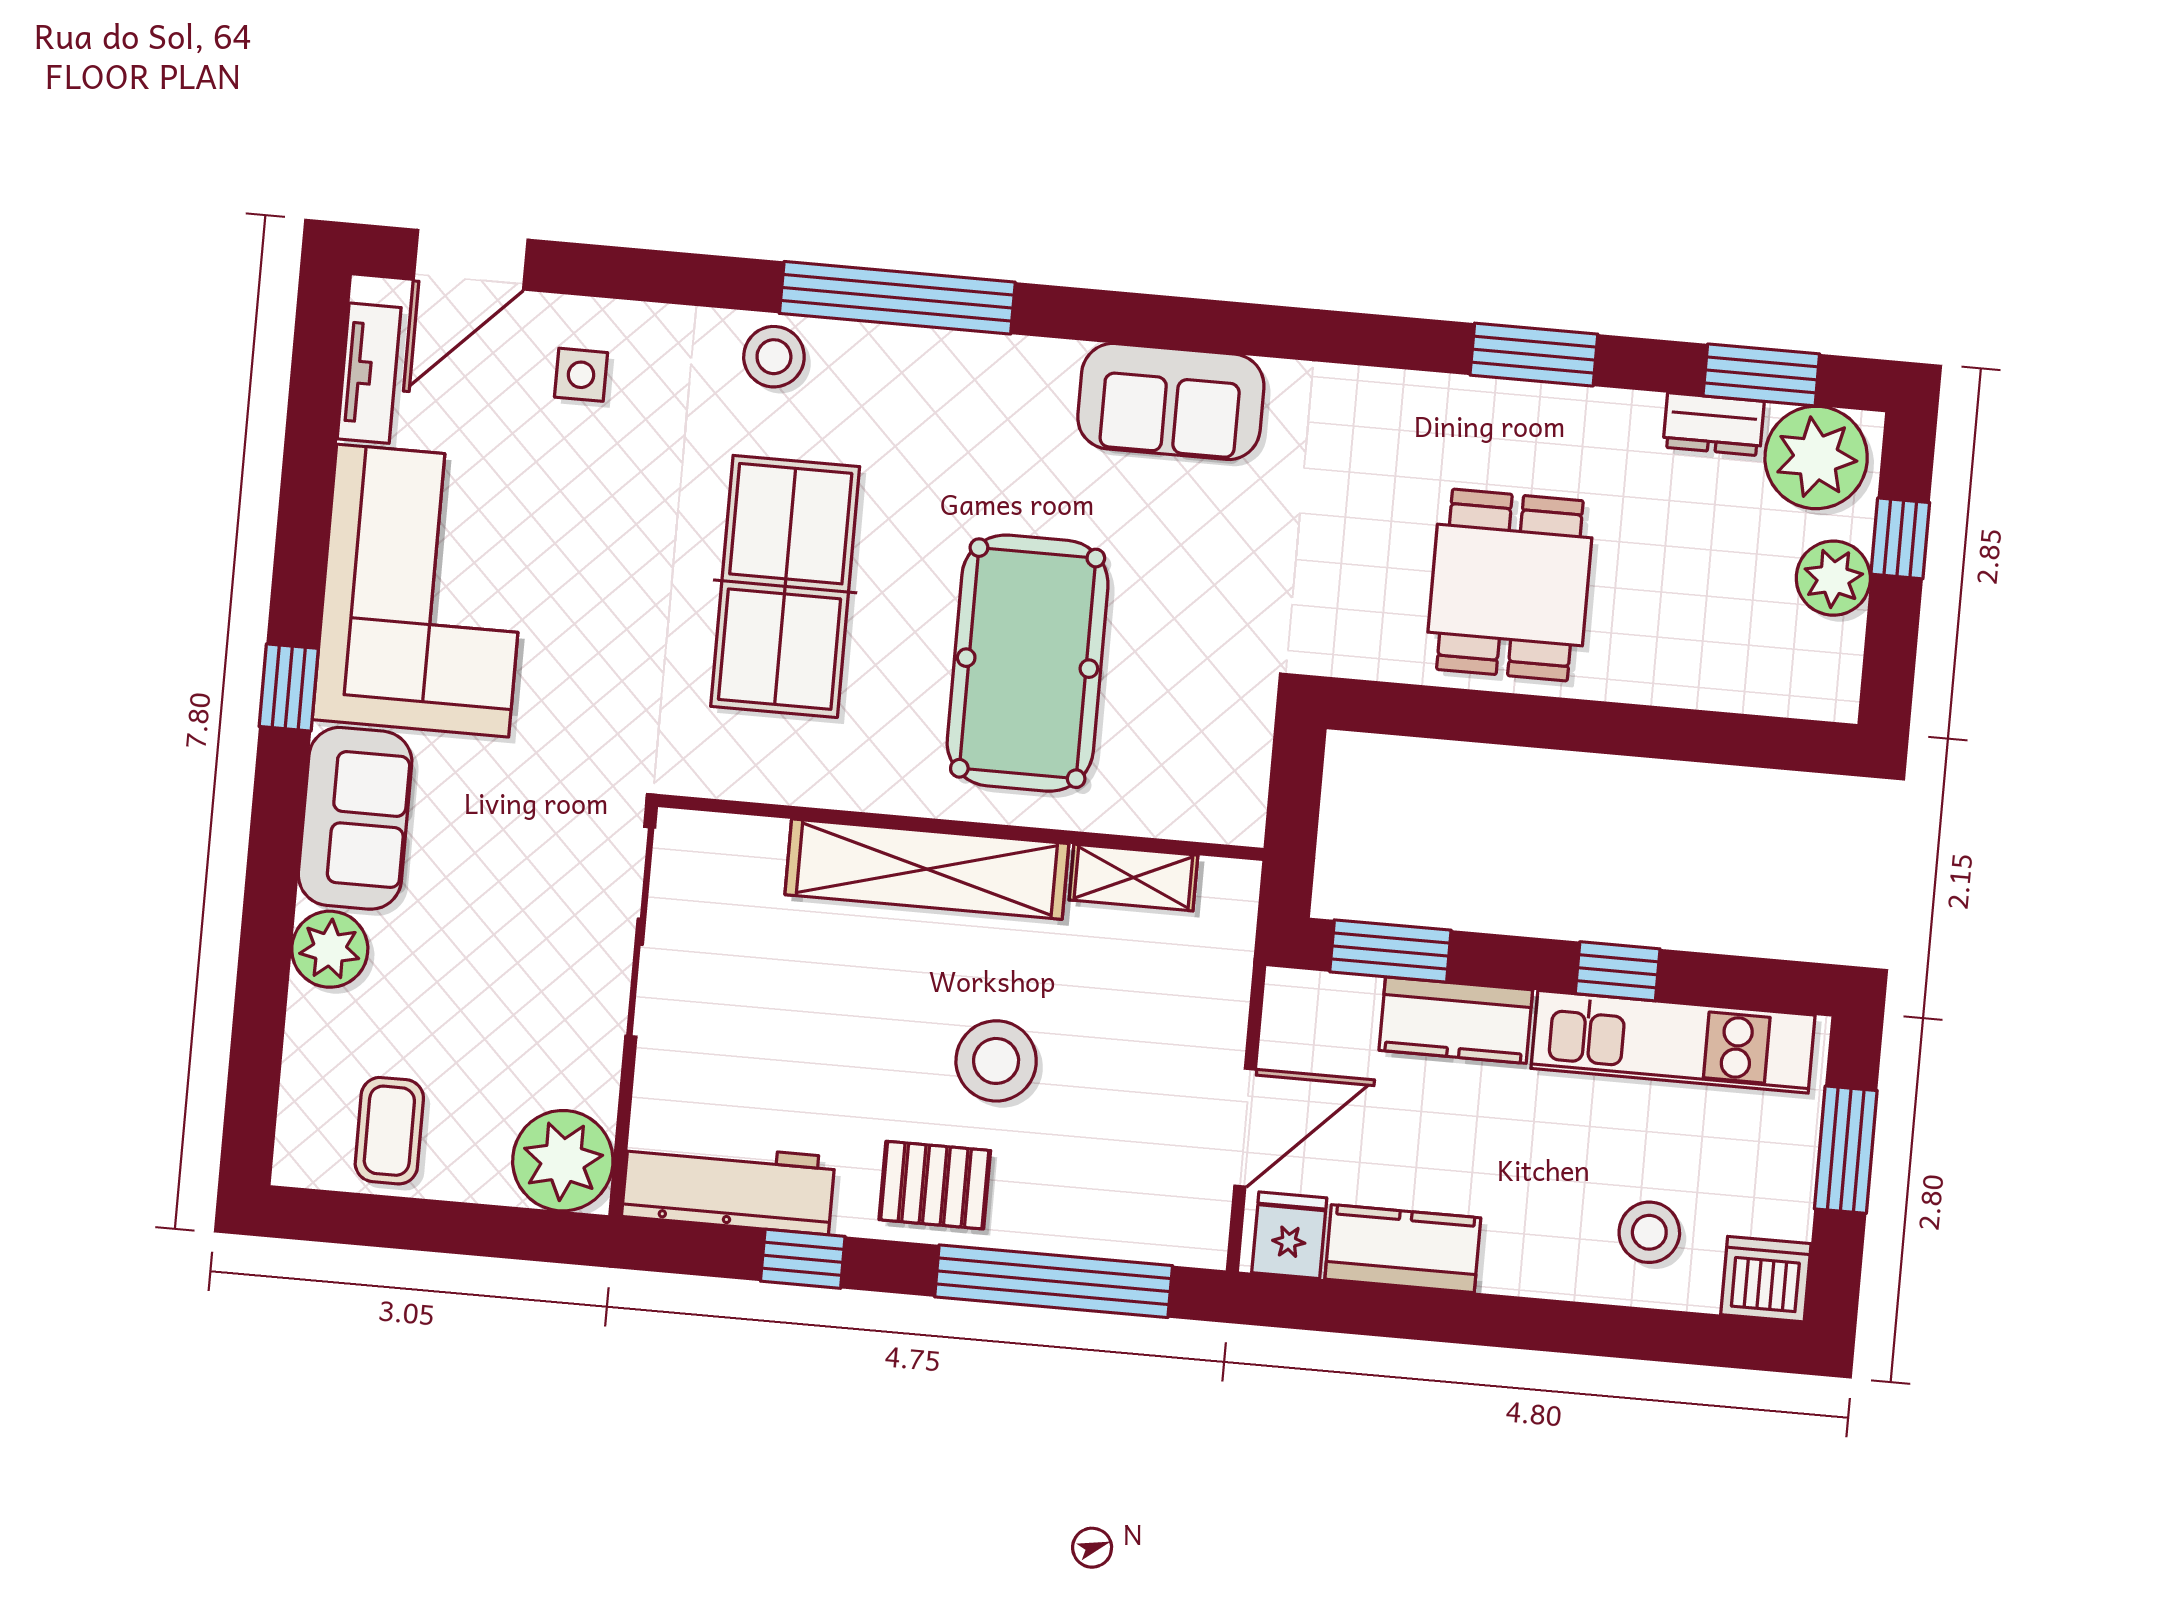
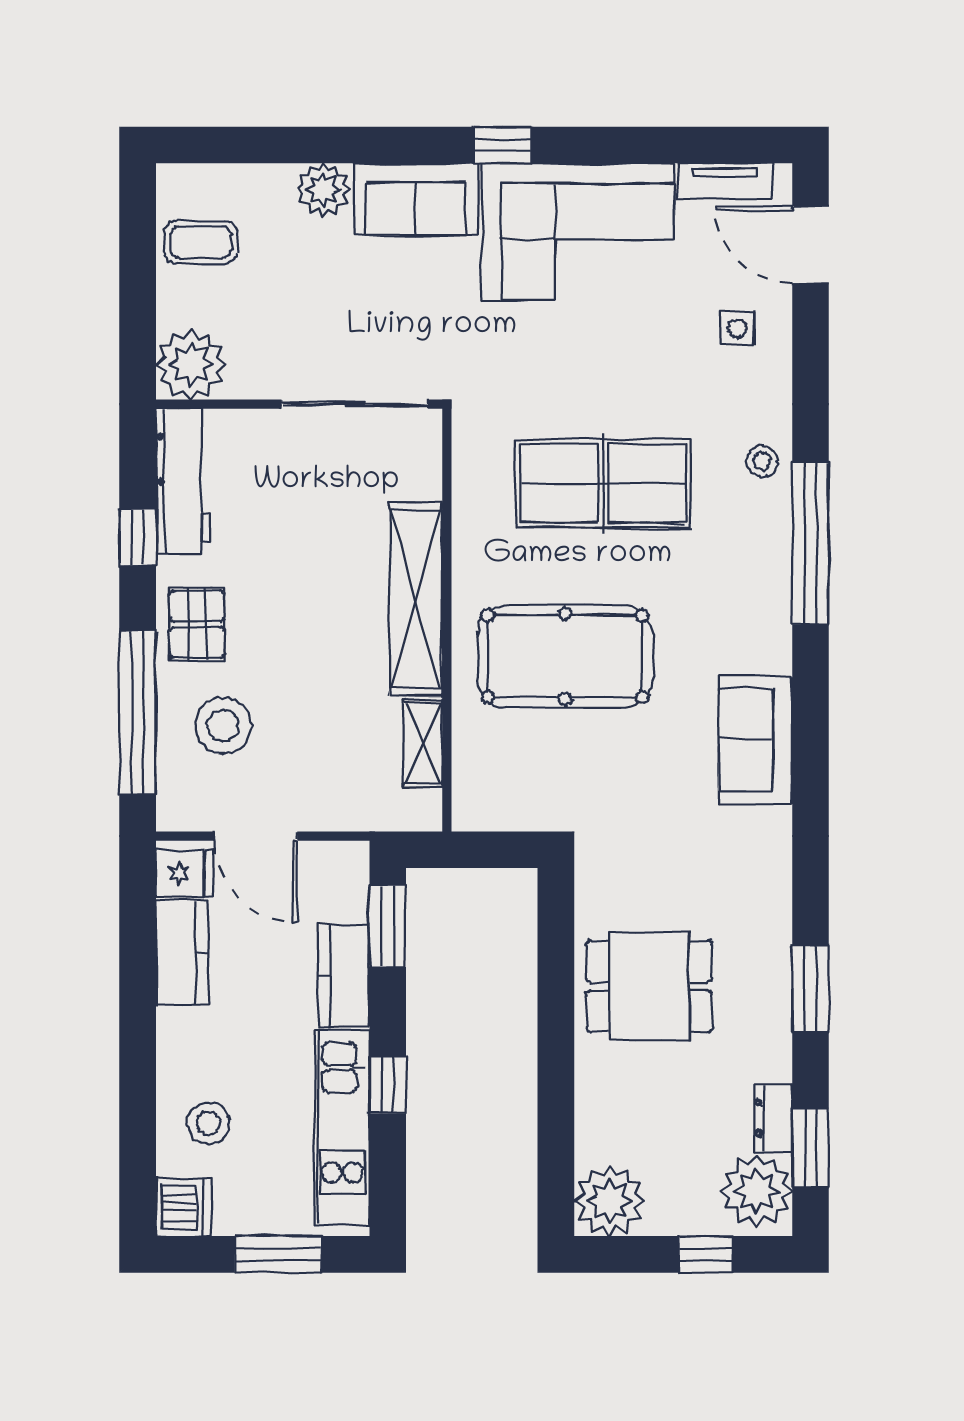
stool: (774, 357) -> (762, 461), width x0.73, depth x0.73
plant: (1833, 578) -> (609, 1201), moved, width x1.36, depth x1.36
stool: (996, 1061) -> (223, 725), moved

